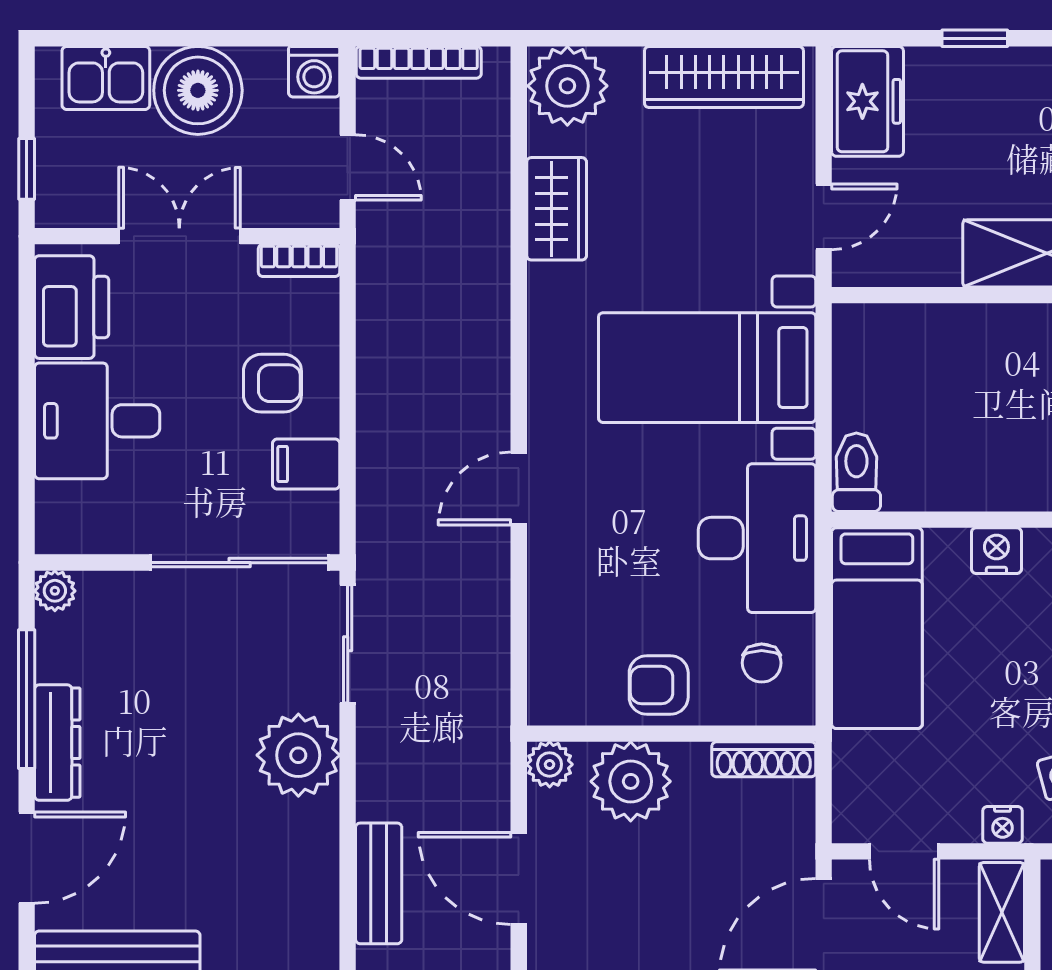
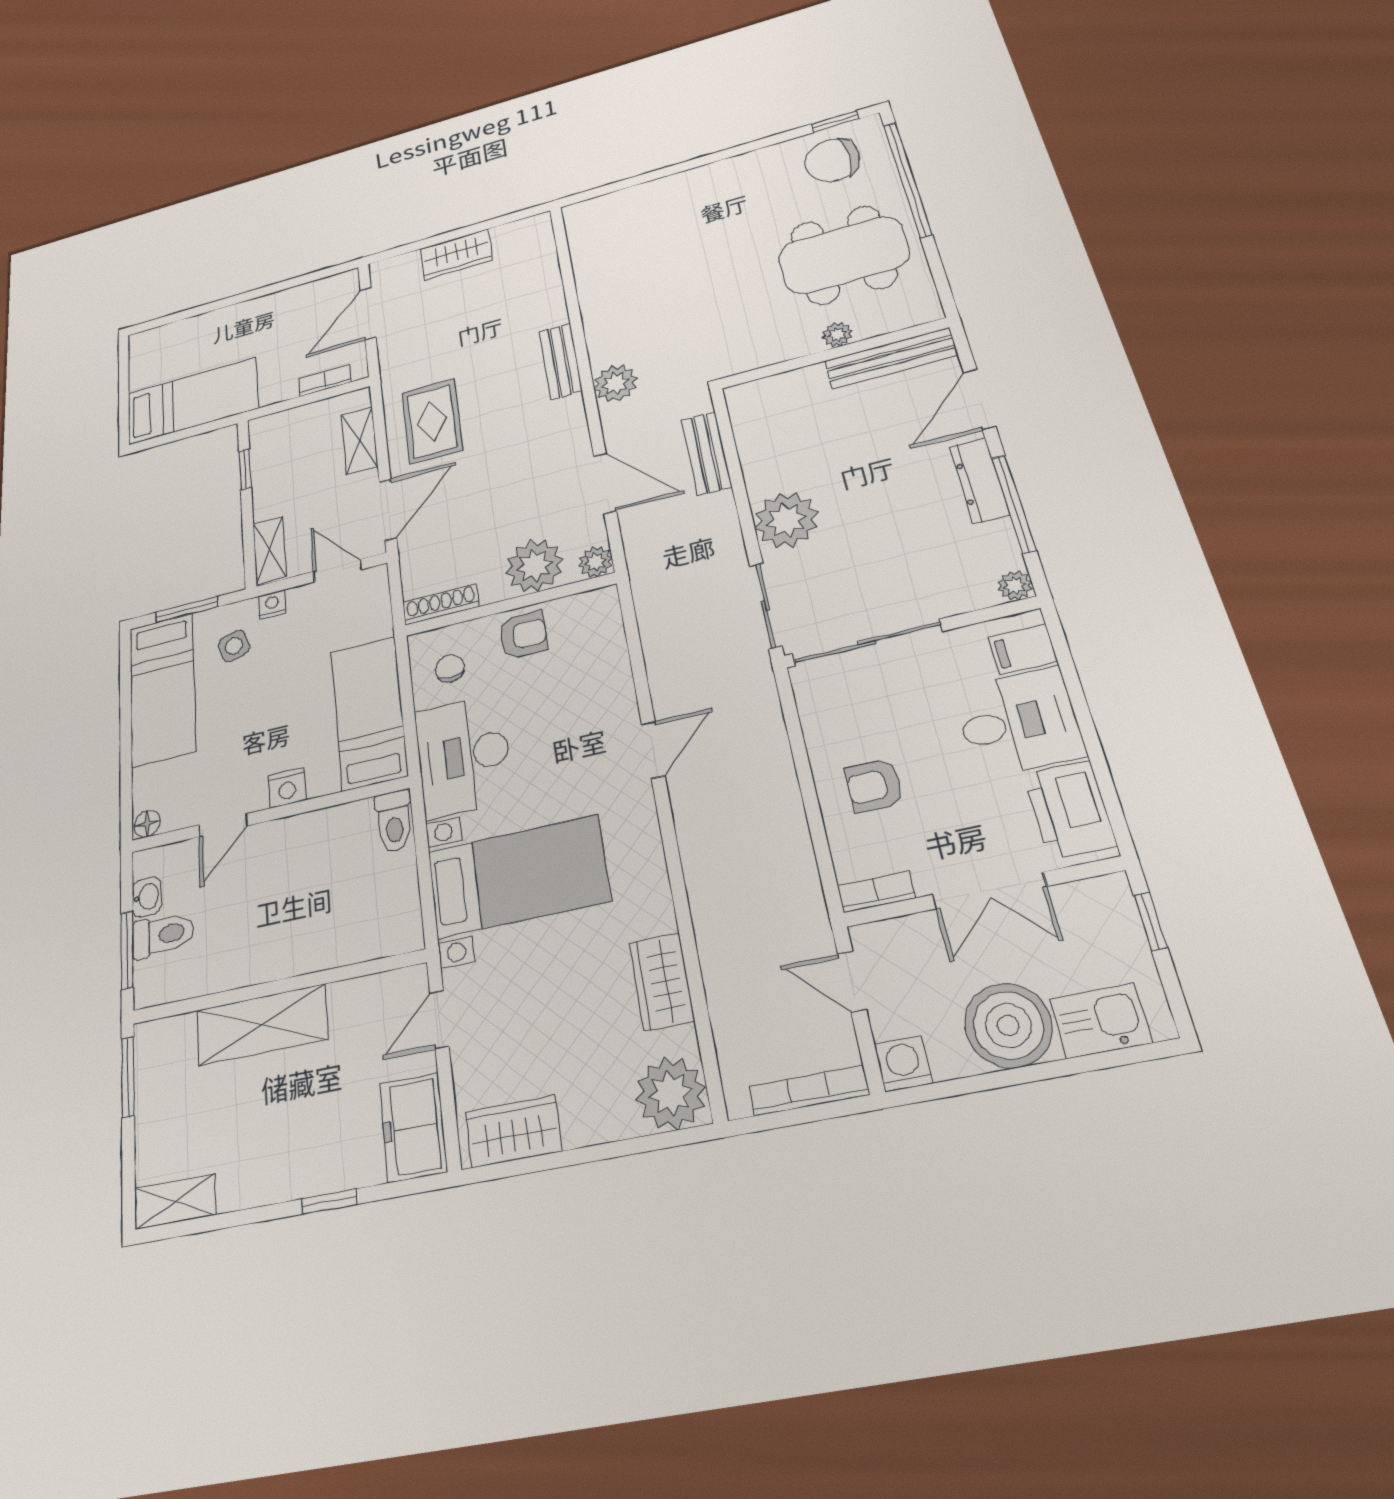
wardrobe: (724, 77) -> (514, 1131), width x0.67
filing cabinet: (306, 464) -> (1023, 649), moved, turned 180

